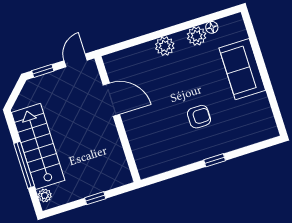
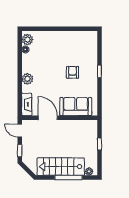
plant: (197, 36) -> (27, 40), moved
fireplace: (122, 58) -> (27, 104), added
sofa: (242, 69) -> (76, 107), moved, turned 180
door: (111, 100) -> (48, 118), hinge flipped

